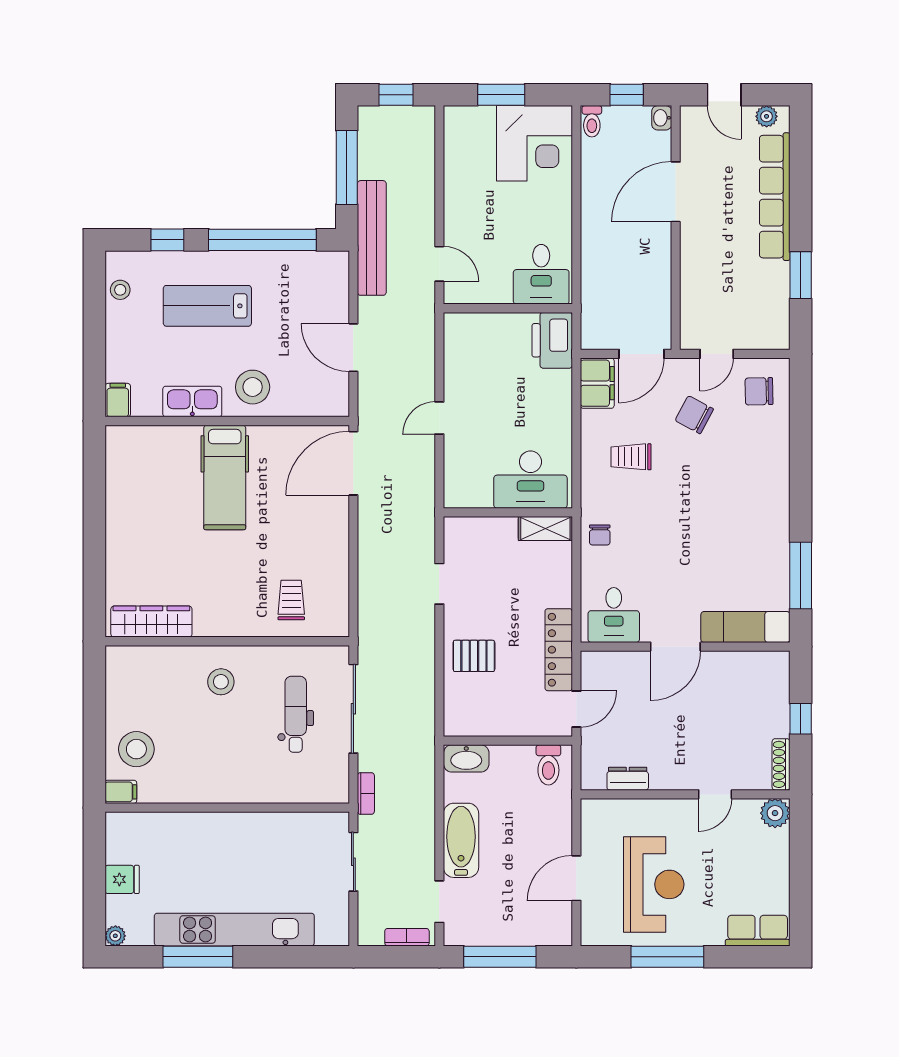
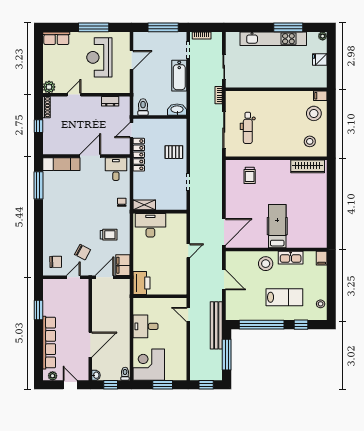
desk: (541, 274) -> (146, 326), moved, turned -90
stool: (221, 682) -> (310, 141), moved

